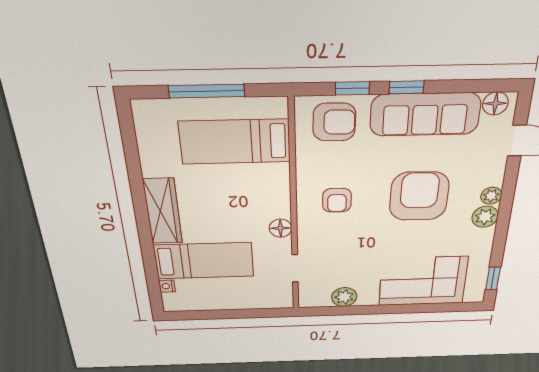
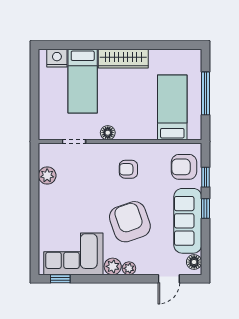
armchair: (334, 122) -> (184, 167), turned 89
armchair: (419, 196) -> (130, 222), turned -110
corner sofa: (423, 281) -> (73, 254), moved, turned -90
nightstand: (167, 286) -> (57, 58), width x1.89, depth x1.79

